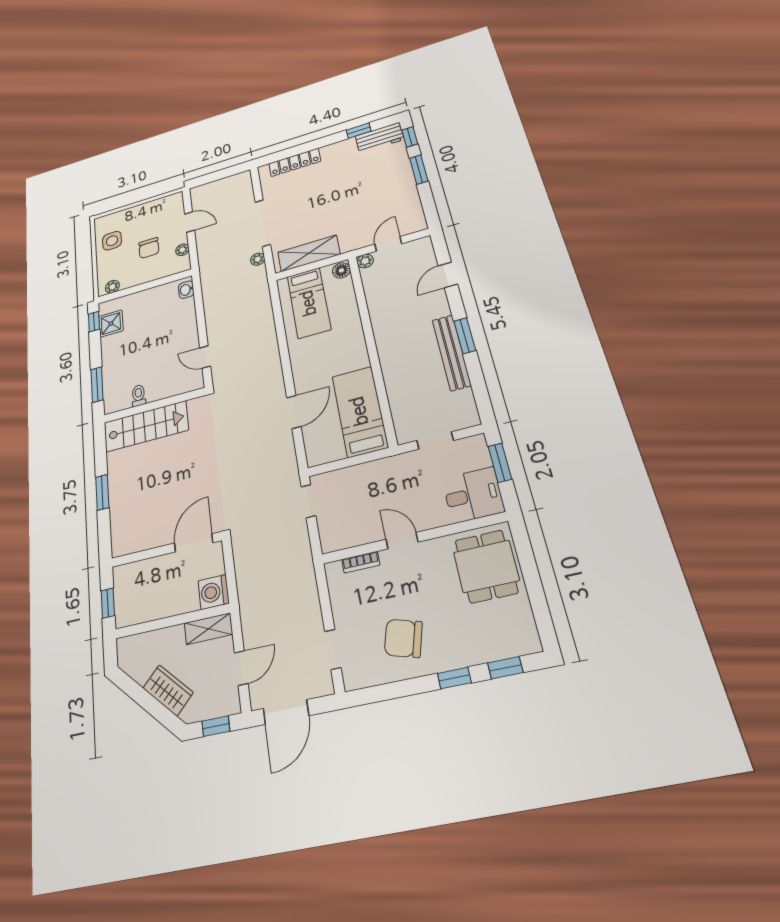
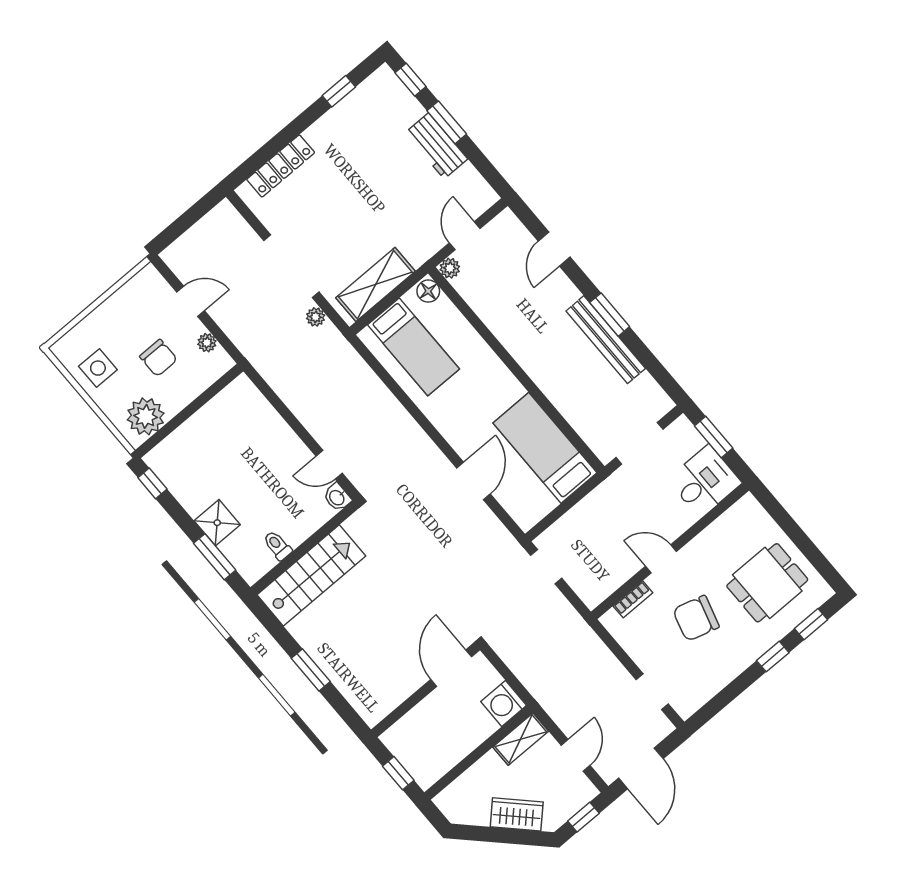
workbench: (380, 138) -> (436, 146), moved, turned 90
plant: (112, 287) -> (146, 416), width x1.87, depth x1.87
washbasin: (186, 290) -> (337, 497), moved
shower: (111, 324) -> (217, 523), moved
doorway: (435, 440) -> (639, 443), width x1.38
dining table: (486, 566) -> (767, 583), moved, turned 90
chair: (403, 638) -> (696, 618), moved

